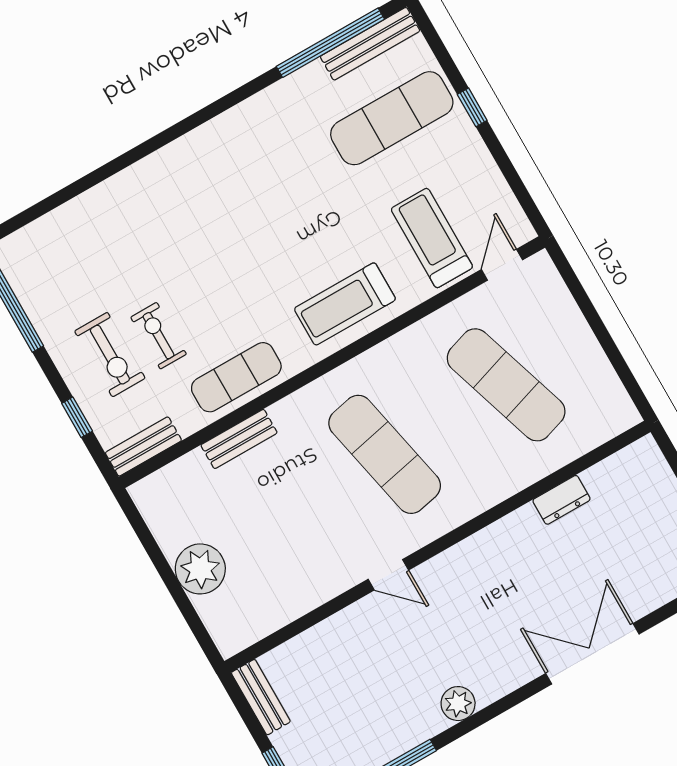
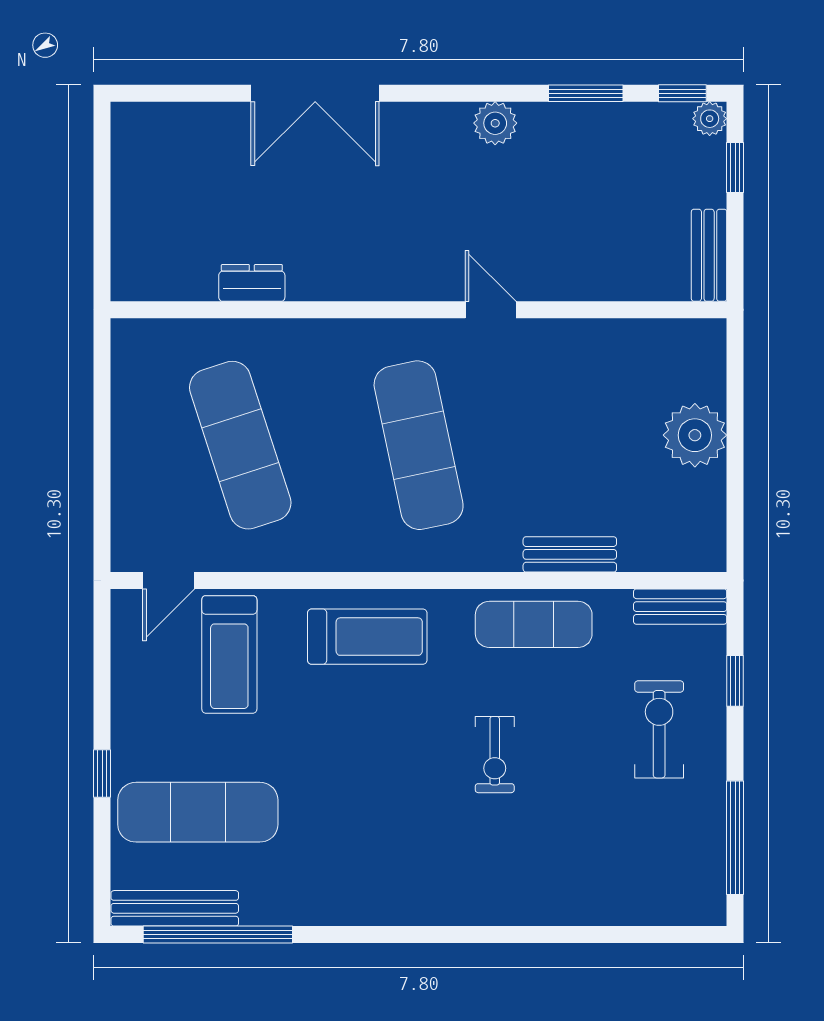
exercise bike: (158, 336) -> (495, 755), moved

